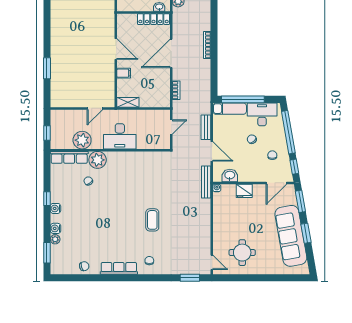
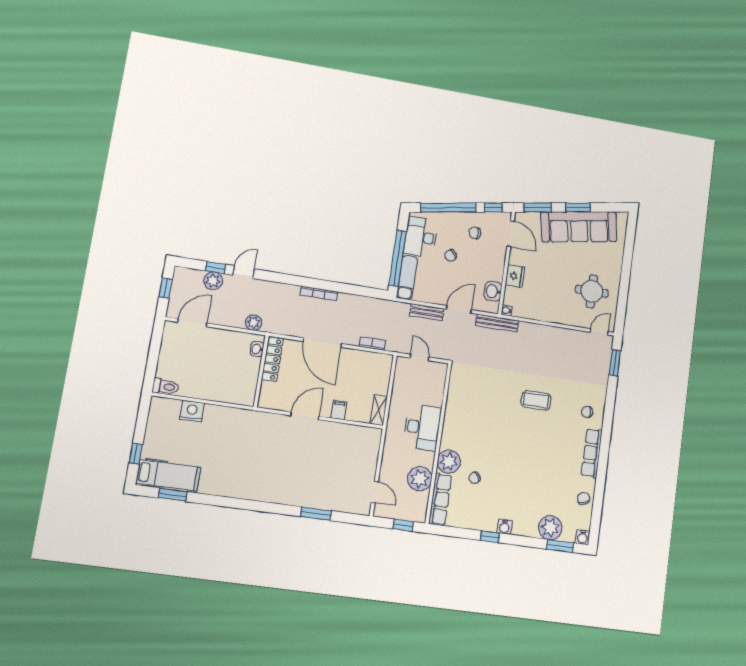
door: (95, 108) -> (375, 492), moved
water cooler: (56, 228) -> (583, 537), moved
plant: (55, 239) -> (550, 528), width x1.87, depth x1.87

